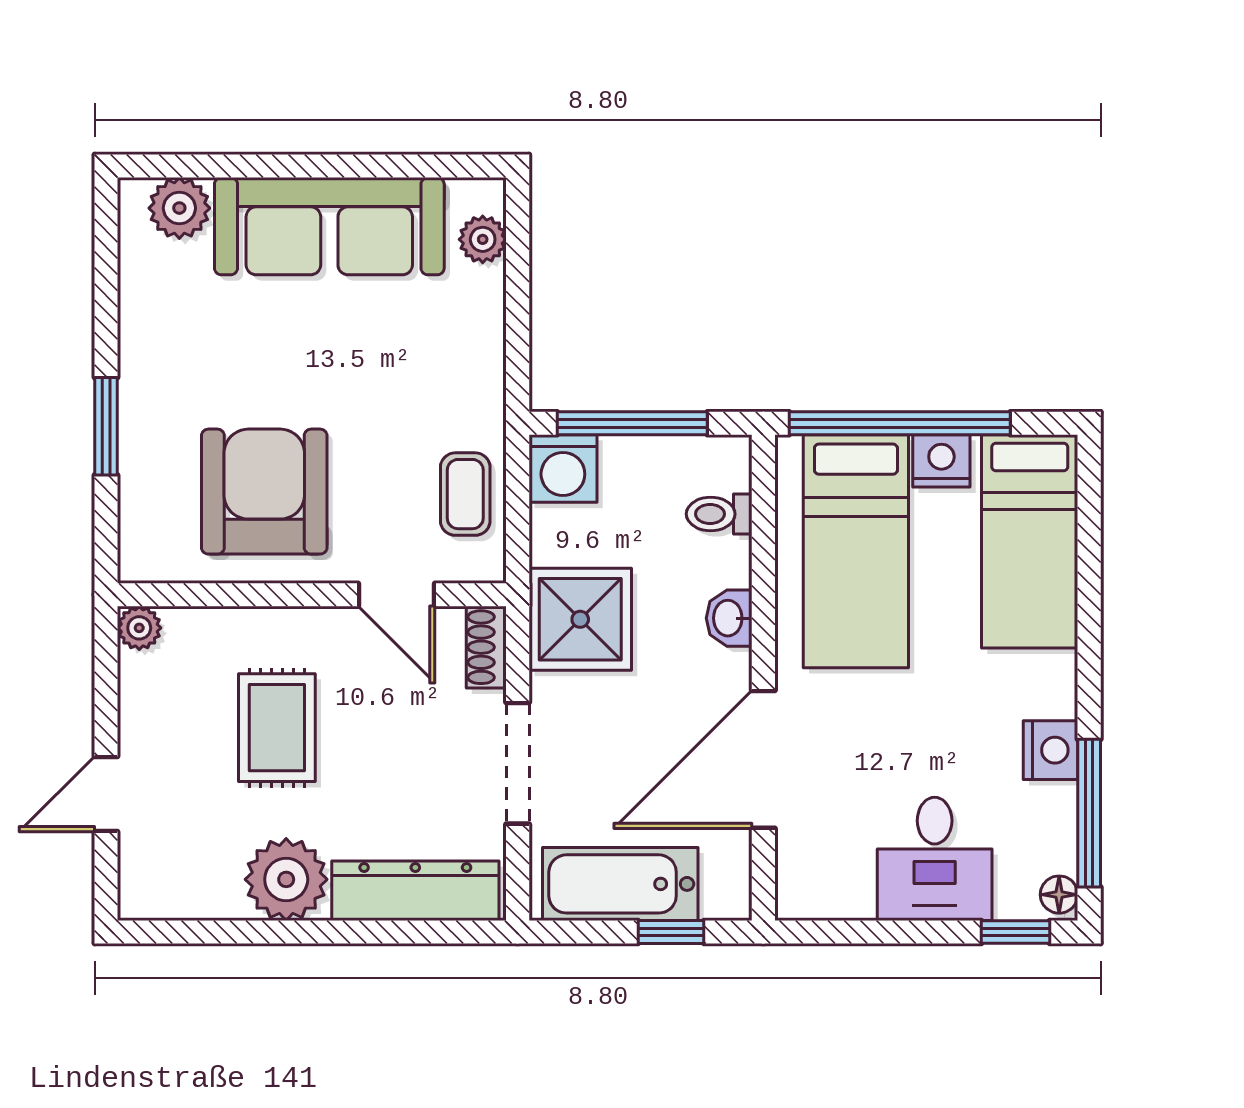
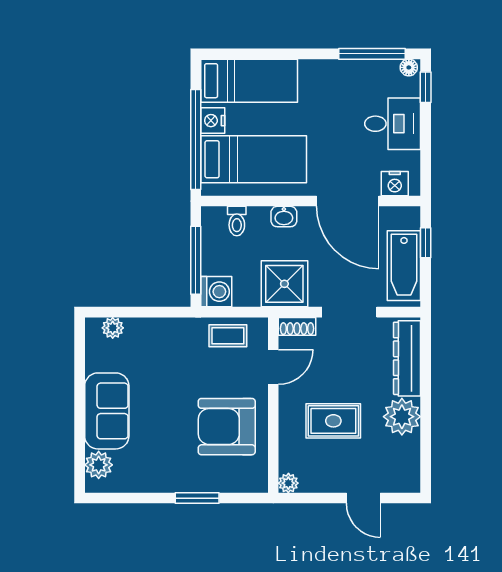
sofa: (329, 226) -> (107, 411), width x0.73
nightstand: (1051, 750) -> (395, 184), moved, turned 180

